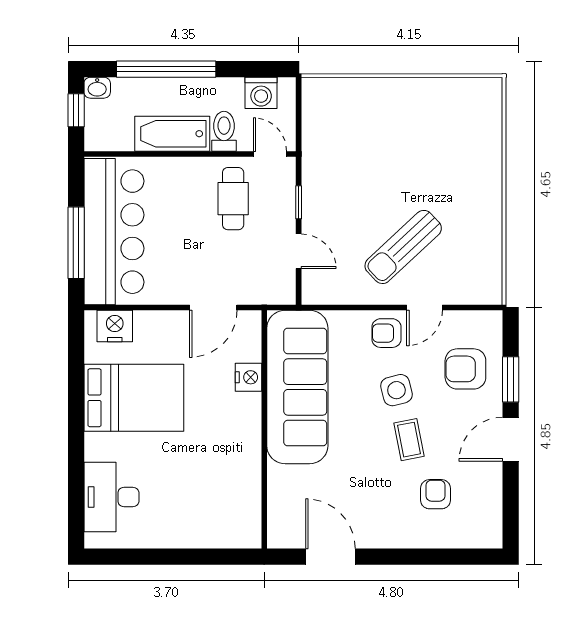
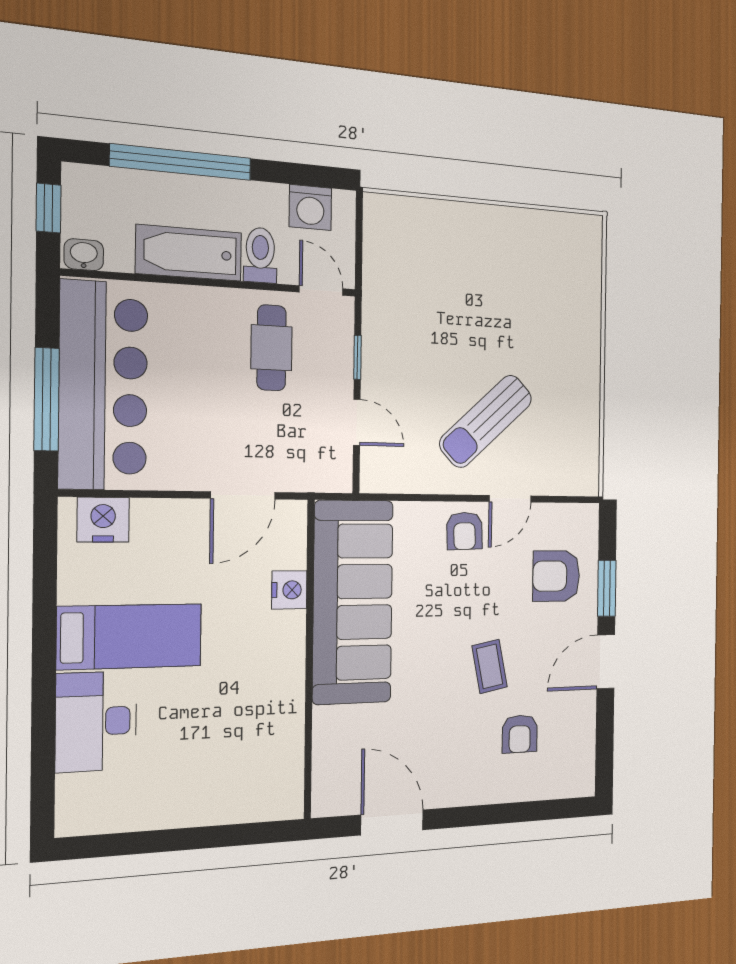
washbasin: (97, 88) -> (84, 255), moved, turned 180
armchair: (386, 333) -> (464, 531), turned -92
side table: (396, 390) -> (475, 604), removed
bed: (134, 398) -> (130, 637), width x0.67
armchair: (436, 494) -> (520, 734), turned 180
desk: (111, 497) -> (96, 721), moved

